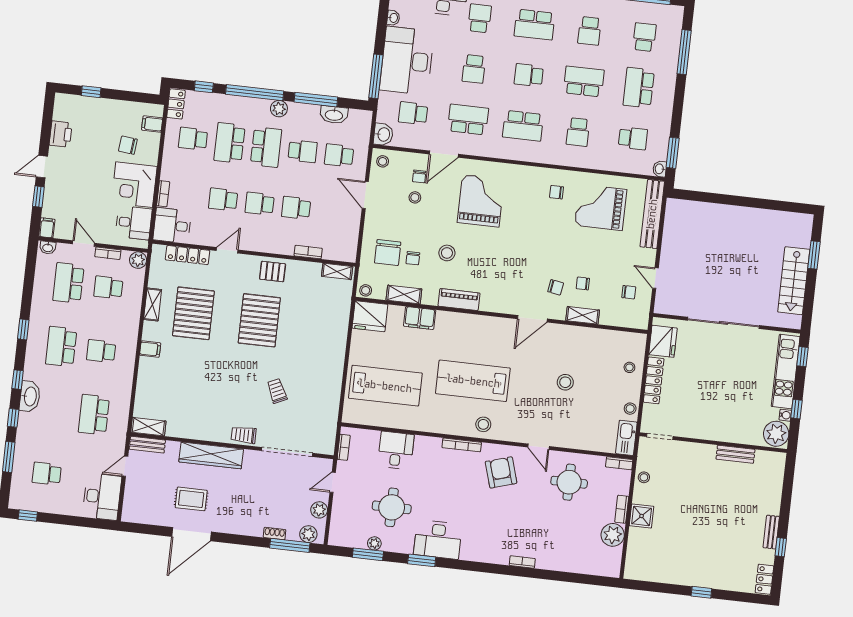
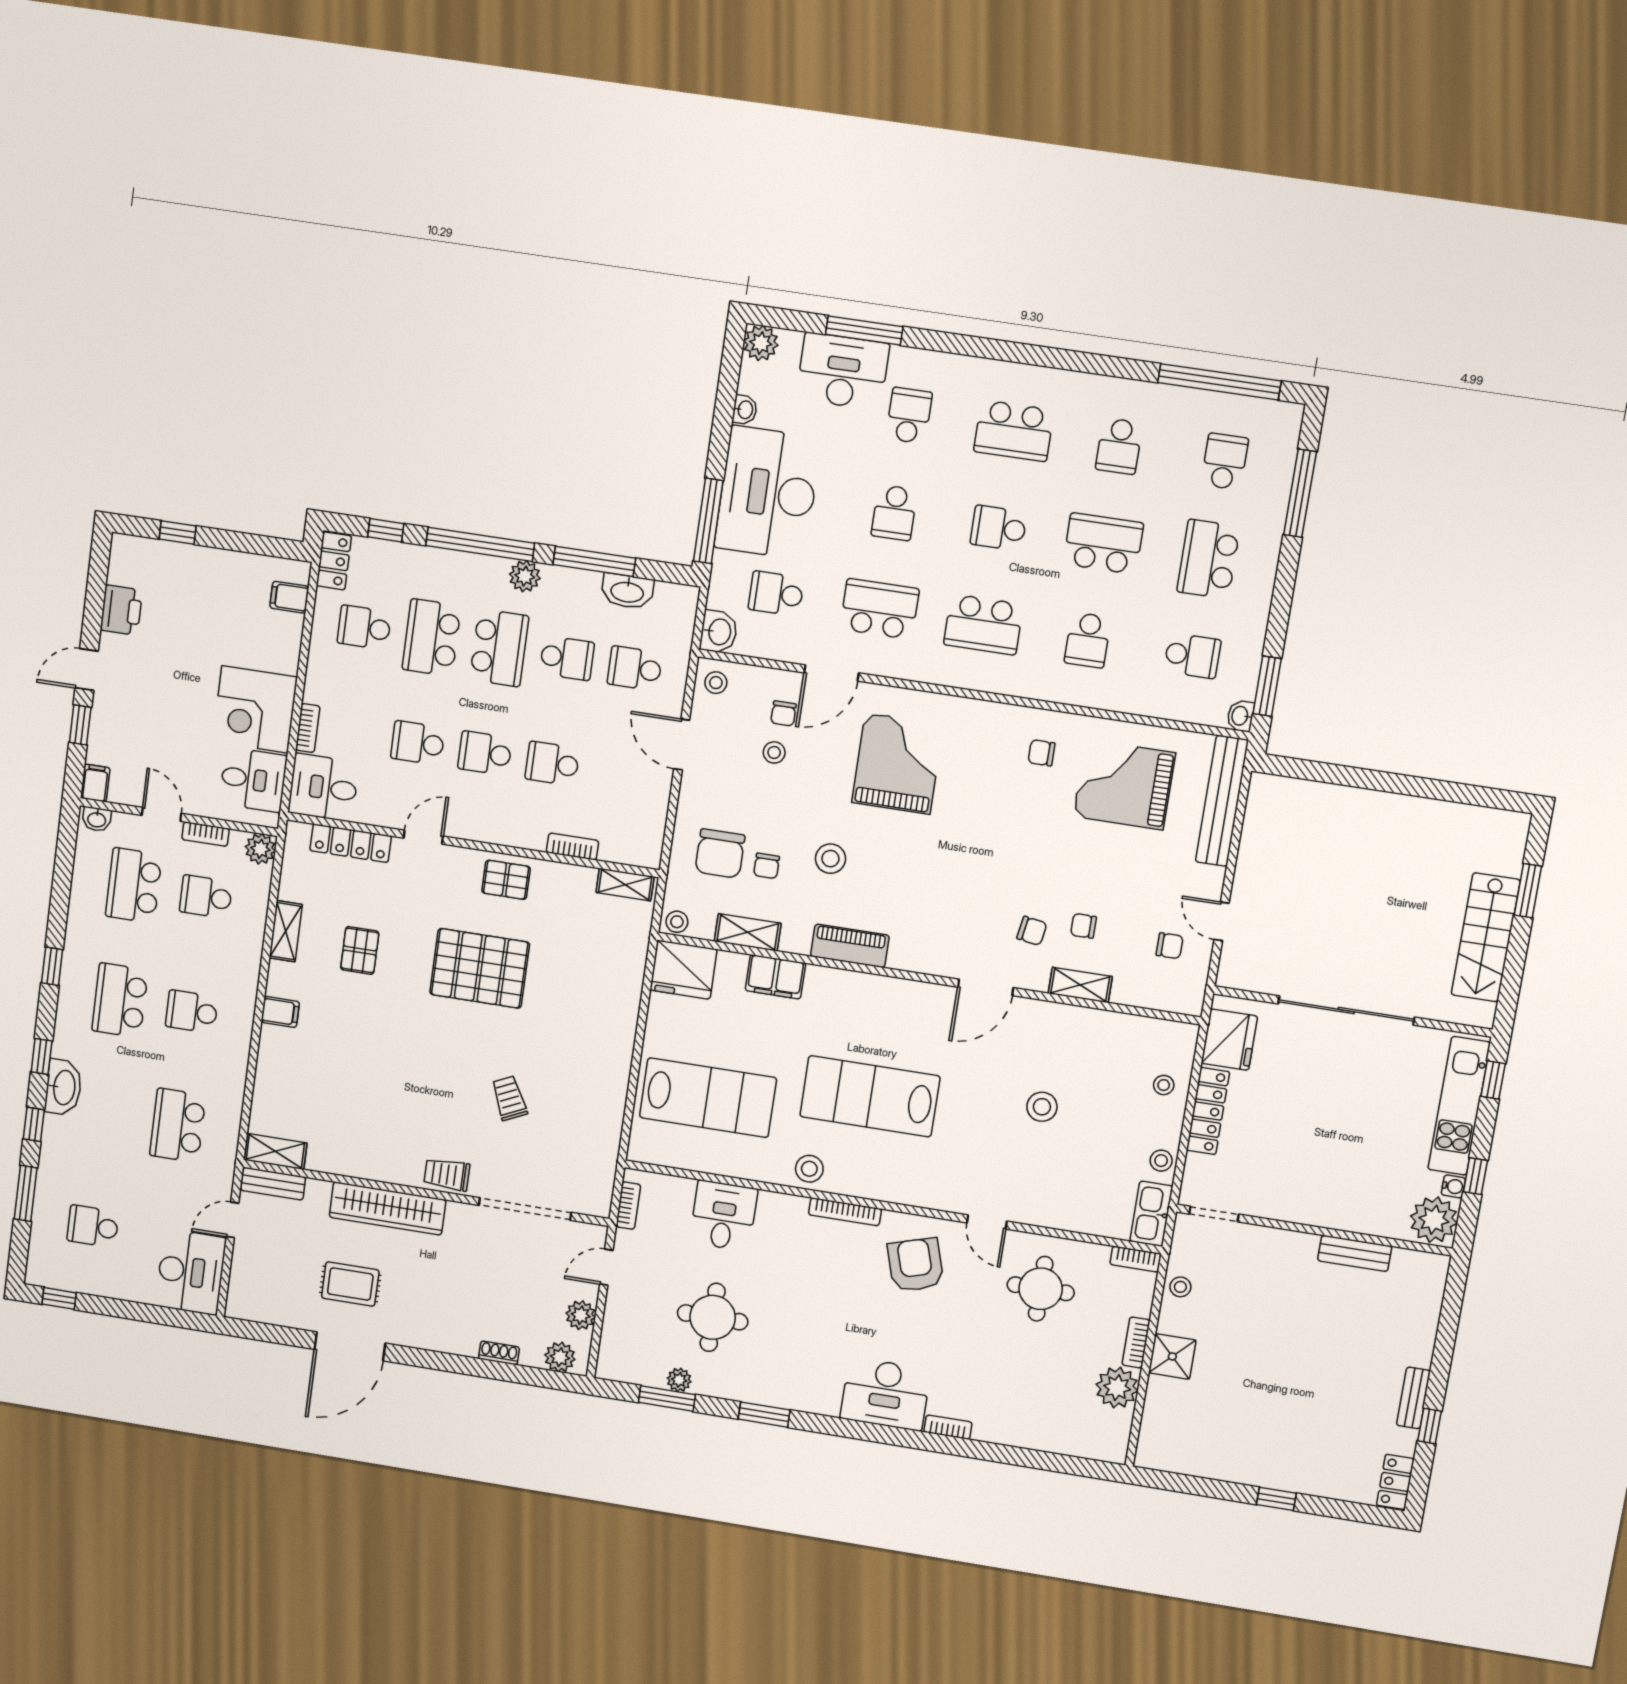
chair: (128, 145) -> (244, 635), removed
pallet: (193, 313) -> (360, 950), width x0.49, depth x0.50
pallet: (259, 320) -> (480, 968), turned 90
stool: (483, 424) -> (809, 1169), moved
desk: (438, 540) -> (885, 1394), moved
window: (290, 545) -> (526, 1375), removed

